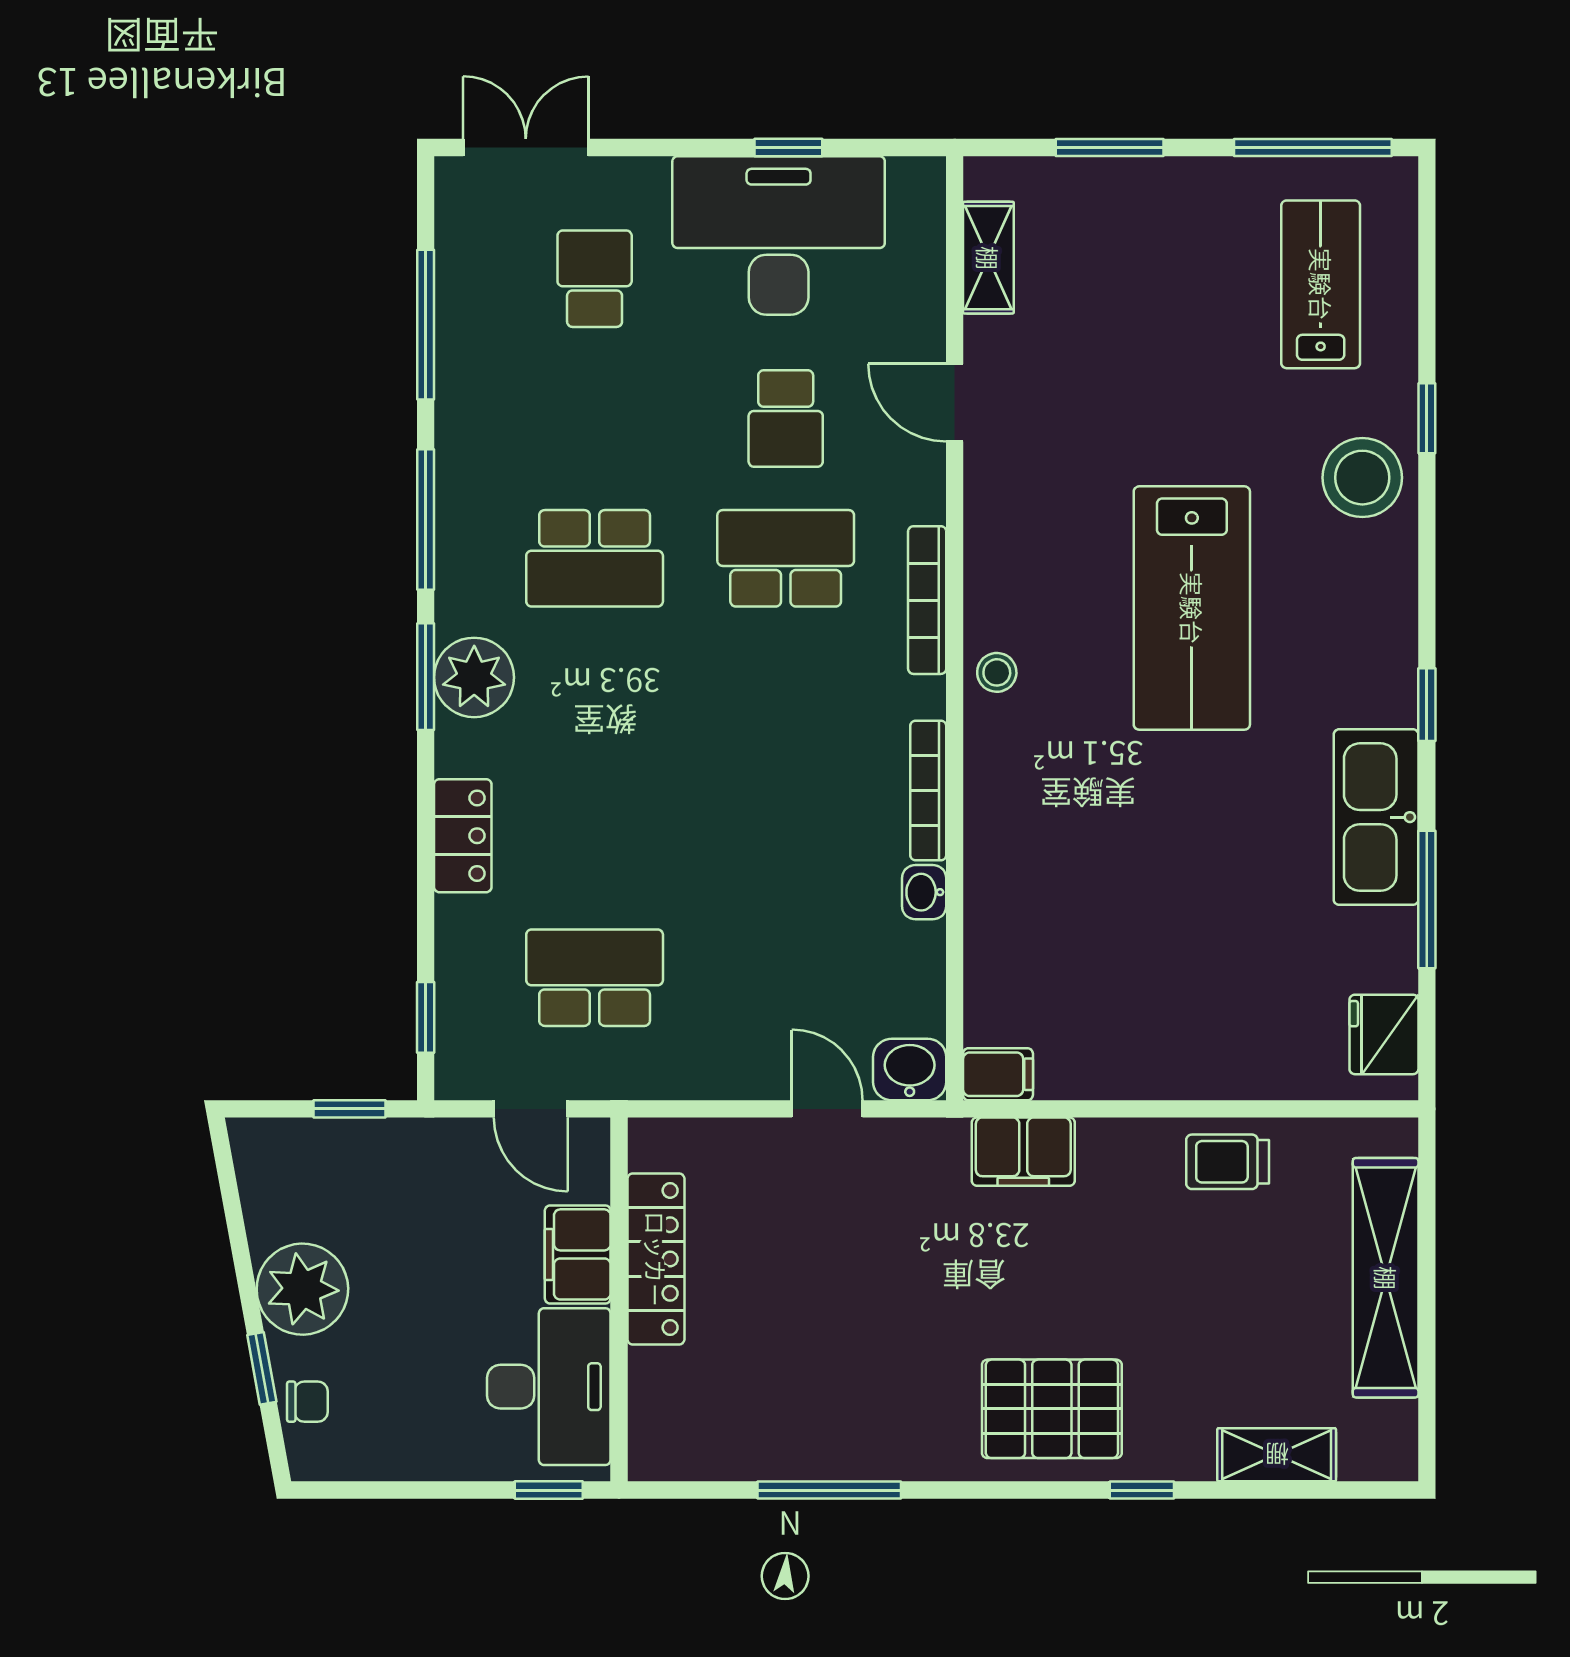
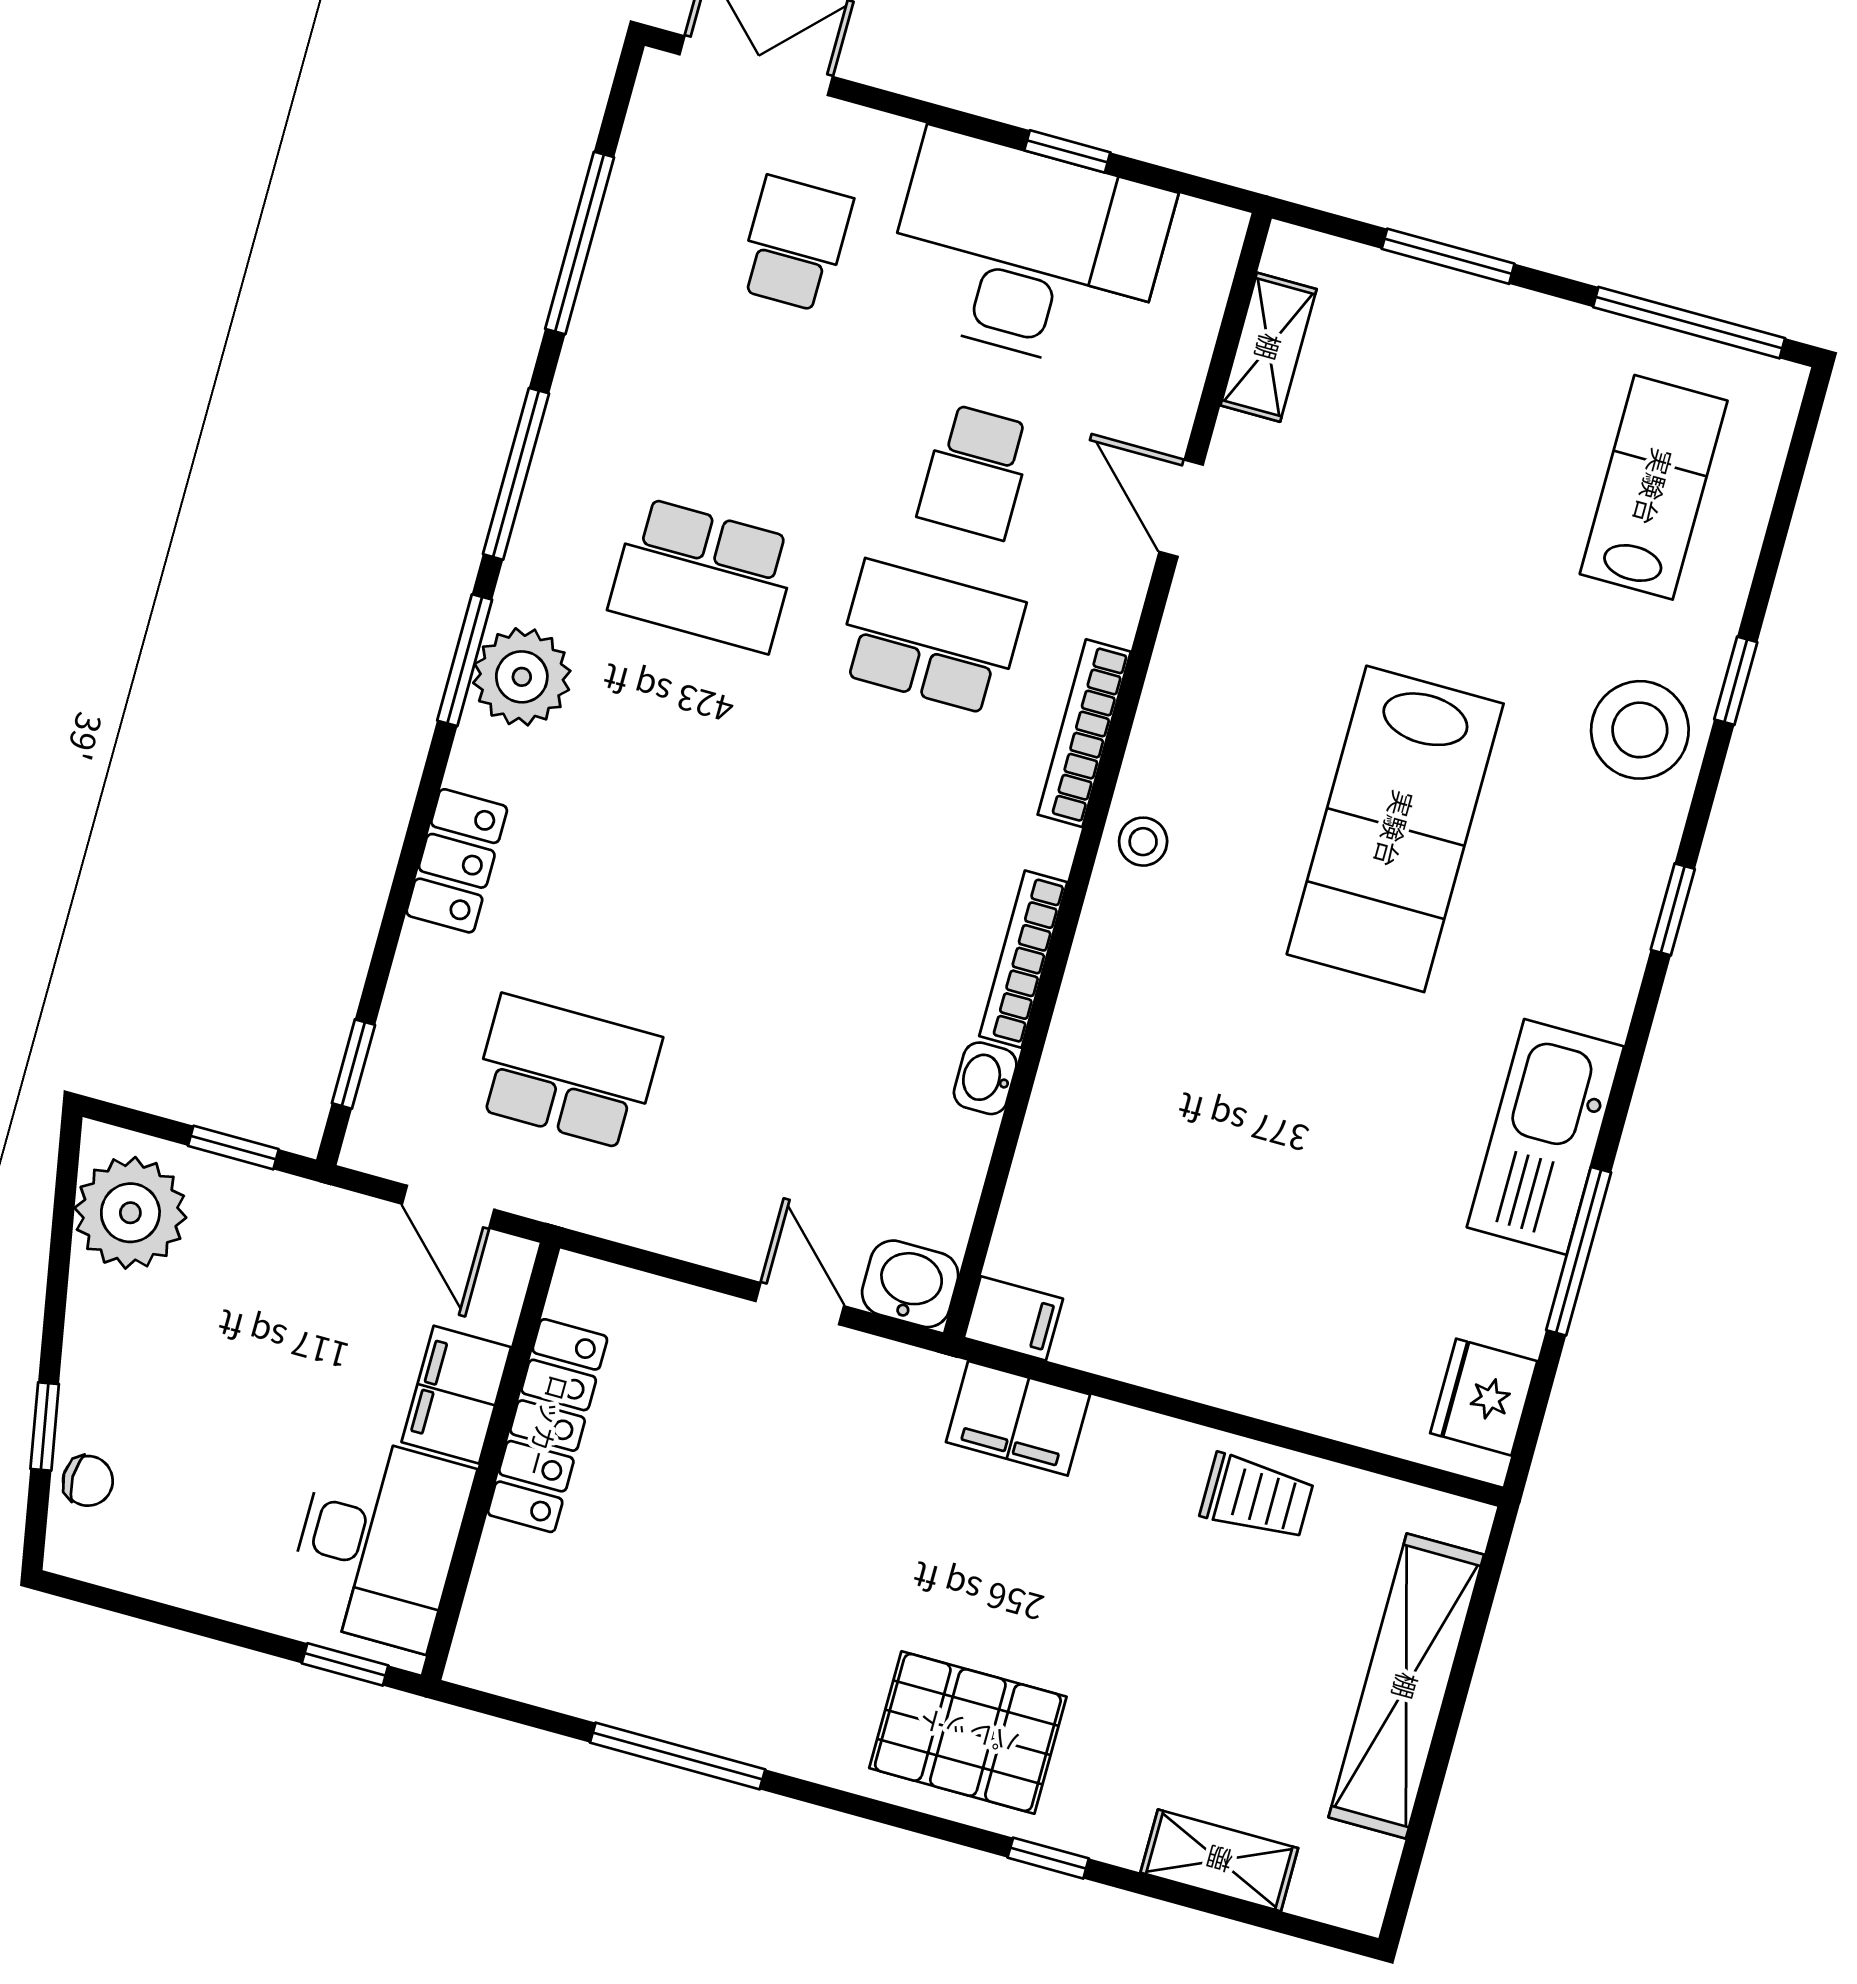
window: (1427, 705) -> (1673, 909), moved
trolley: (1228, 1162) -> (1257, 1497), turned 180
plant: (302, 1289) -> (130, 1213), moved

